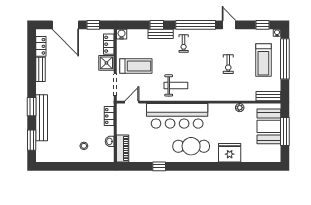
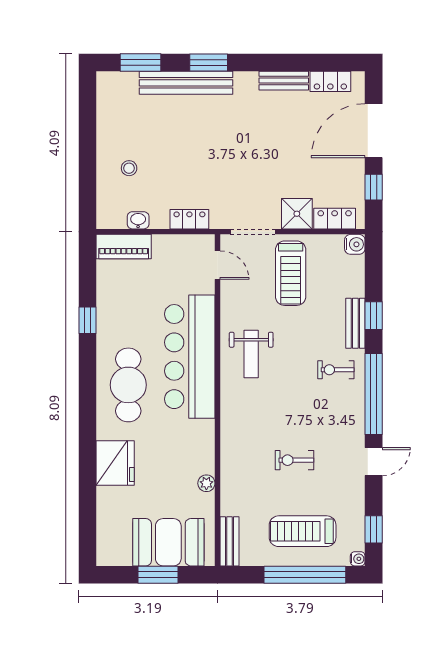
window: (285, 131) -> (158, 575), width x0.69

